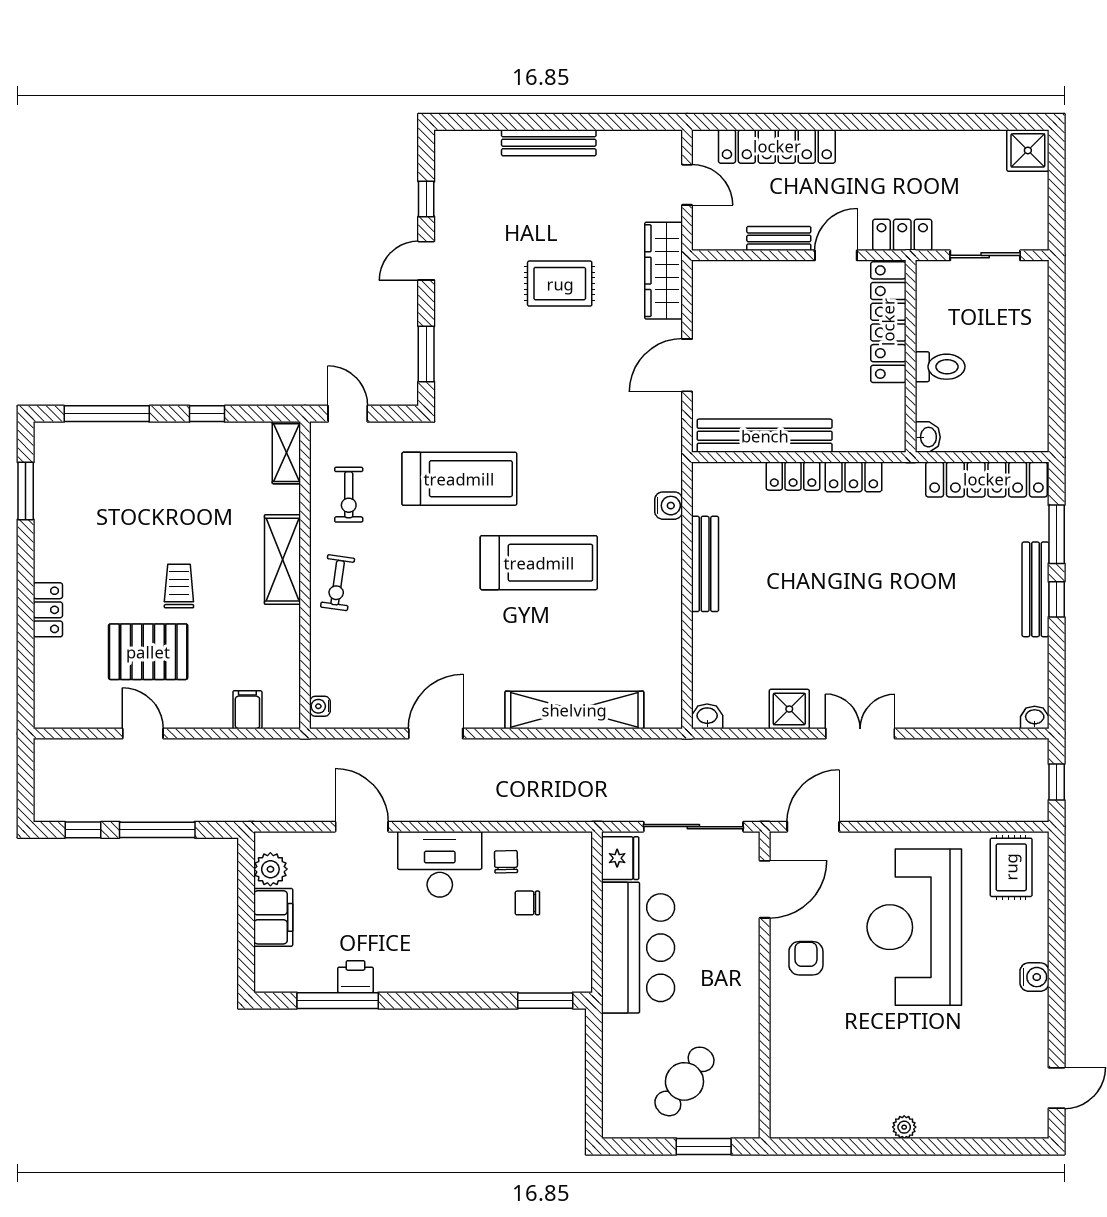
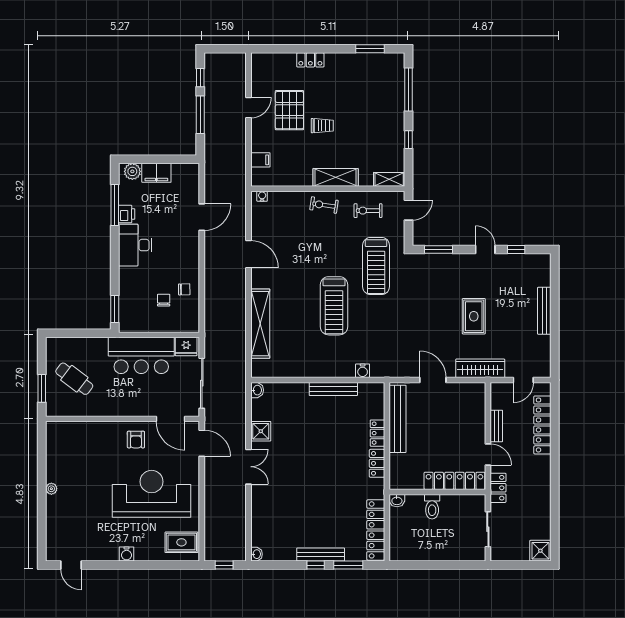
desk: (440, 864) -> (135, 245), moved, turned 180
plant: (270, 869) -> (132, 171), moved
armchair: (806, 958) -> (136, 440), turned 90

